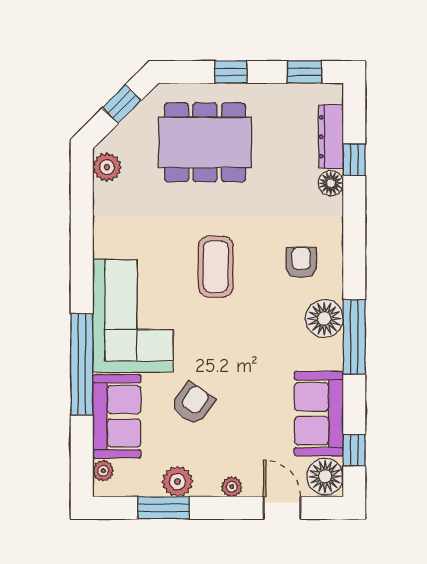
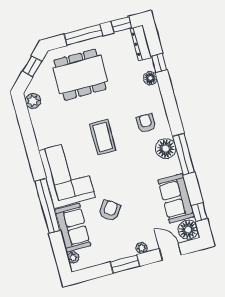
window: (231, 72) -> (83, 35), width x2.17
dresser: (331, 137) -> (141, 43), moved
plant: (177, 482) -> (113, 253), removed
window: (164, 508) -> (125, 264), moved

